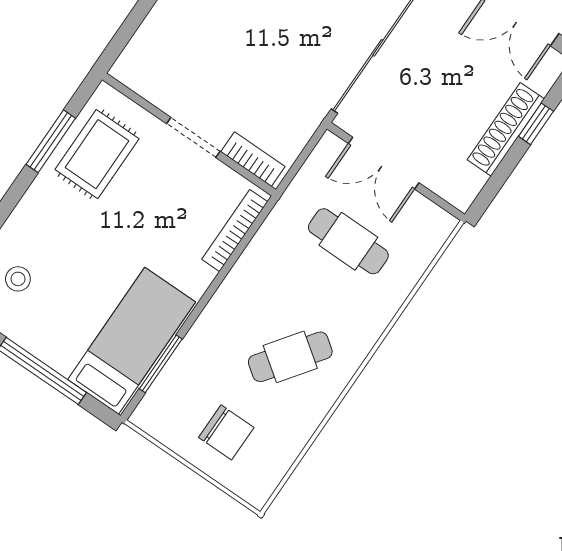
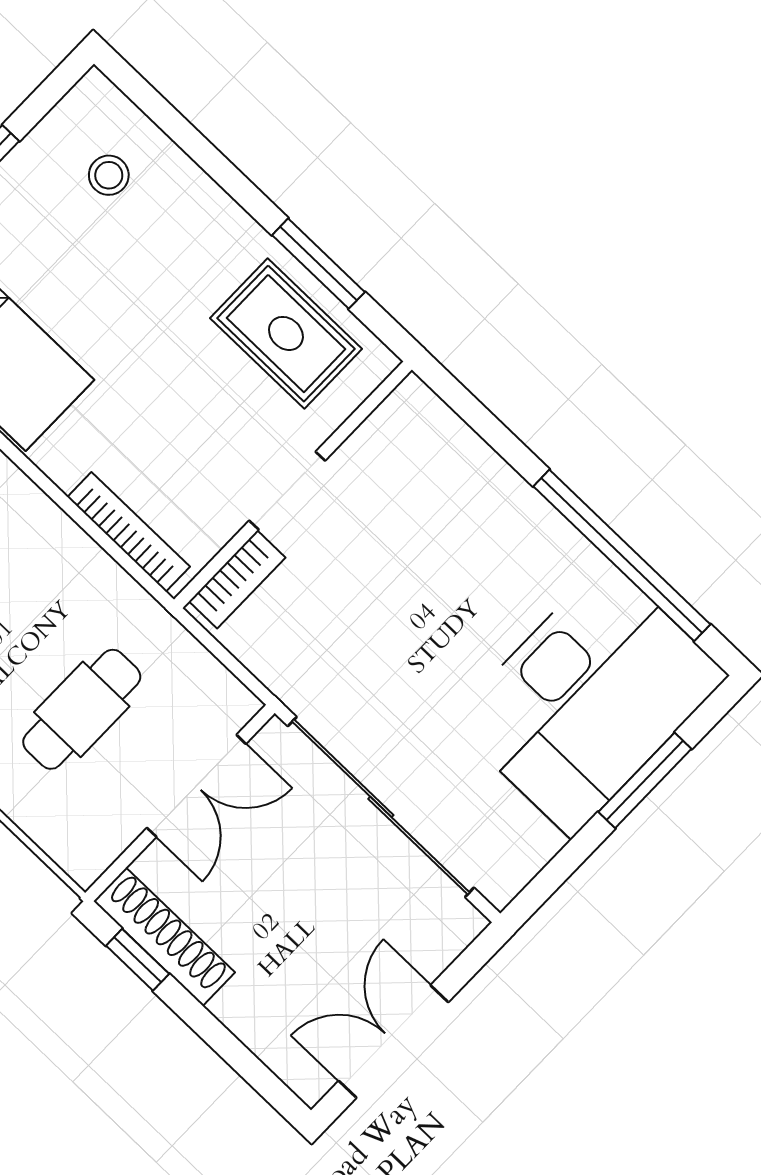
window: (536, 124) -> (138, 960), moved
shoe rack: (506, 129) -> (164, 937), moved
double door: (384, 163) -> (196, 786), swing flipped

